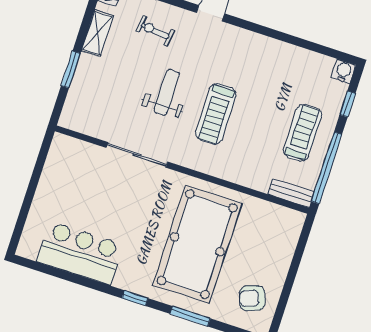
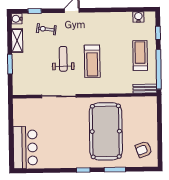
water cooler: (343, 71) -> (138, 17), moved
bar counter: (80, 253) -> (25, 148), moved, turned 90

